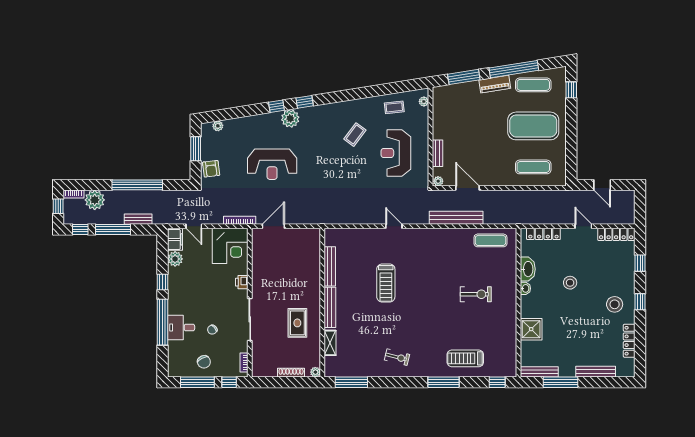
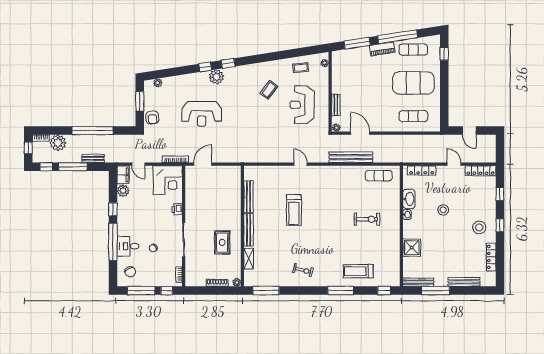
chair: (204, 362) -> (130, 272), moved

